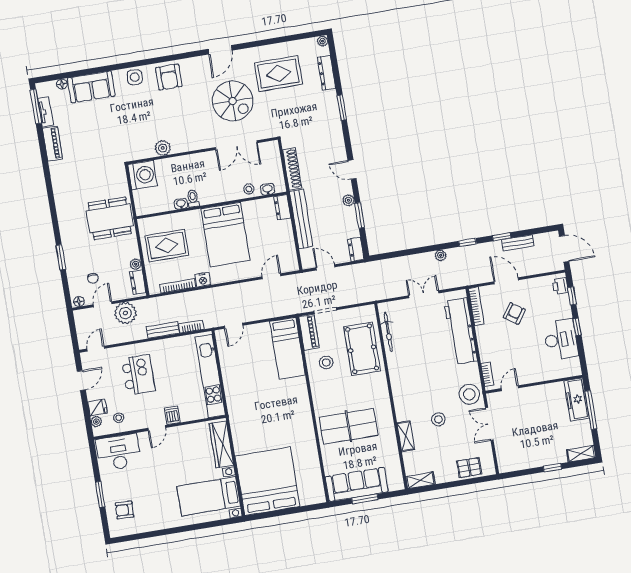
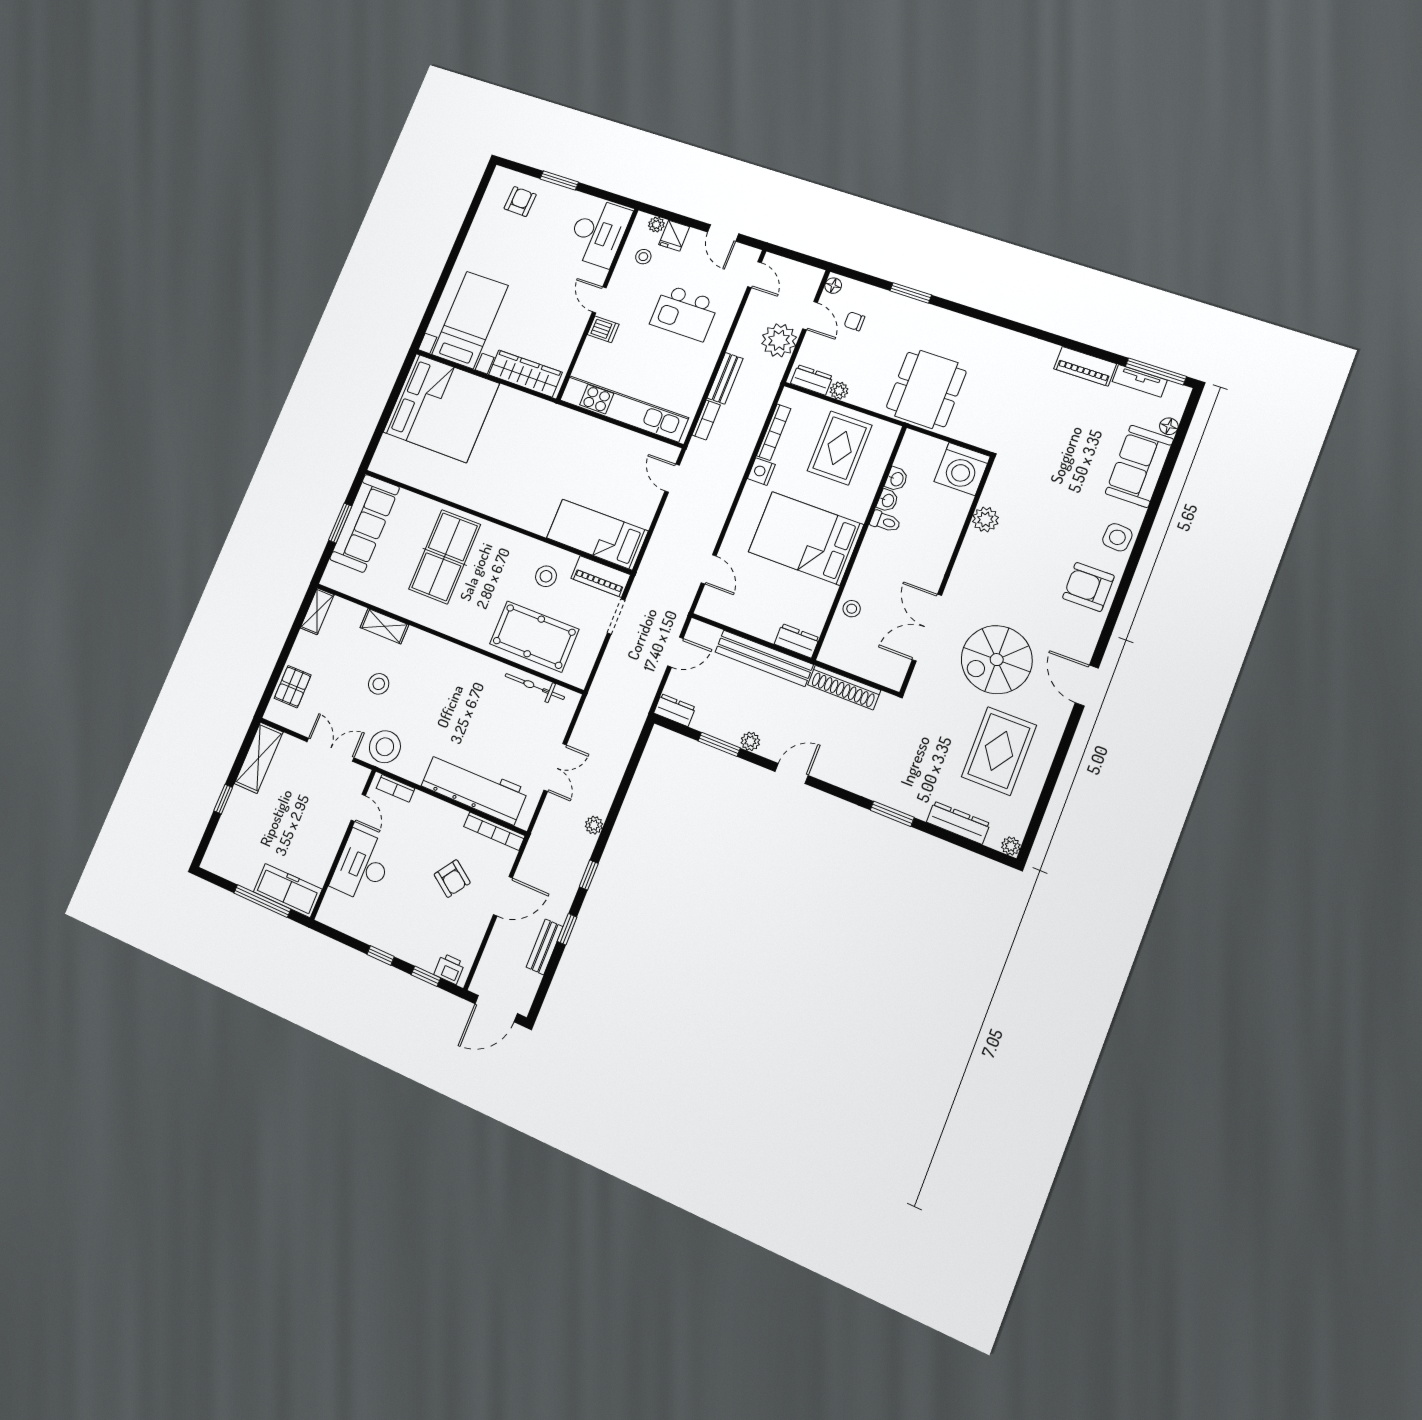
washbasin: (268, 189) -> (896, 479), moved
desk: (561, 340) -> (362, 866), moved, turned 90
shelving: (581, 454) -> (259, 758), moved, width x1.50, depth x1.33

